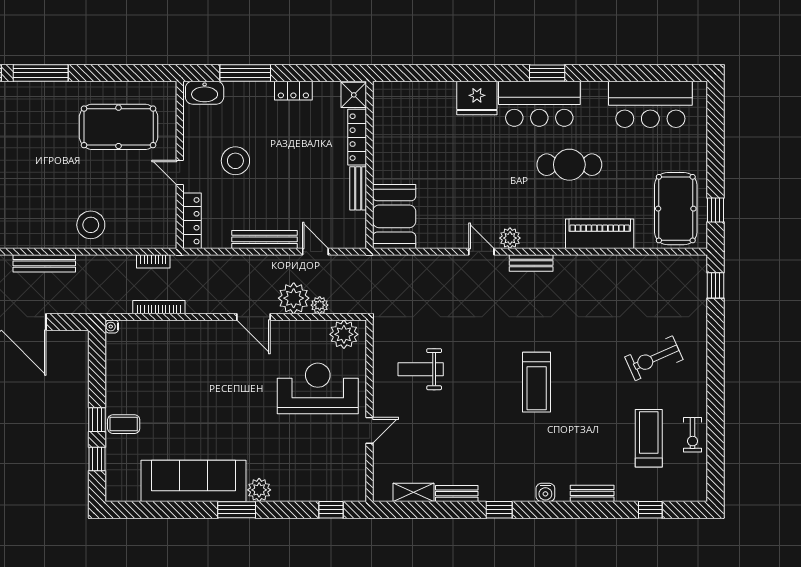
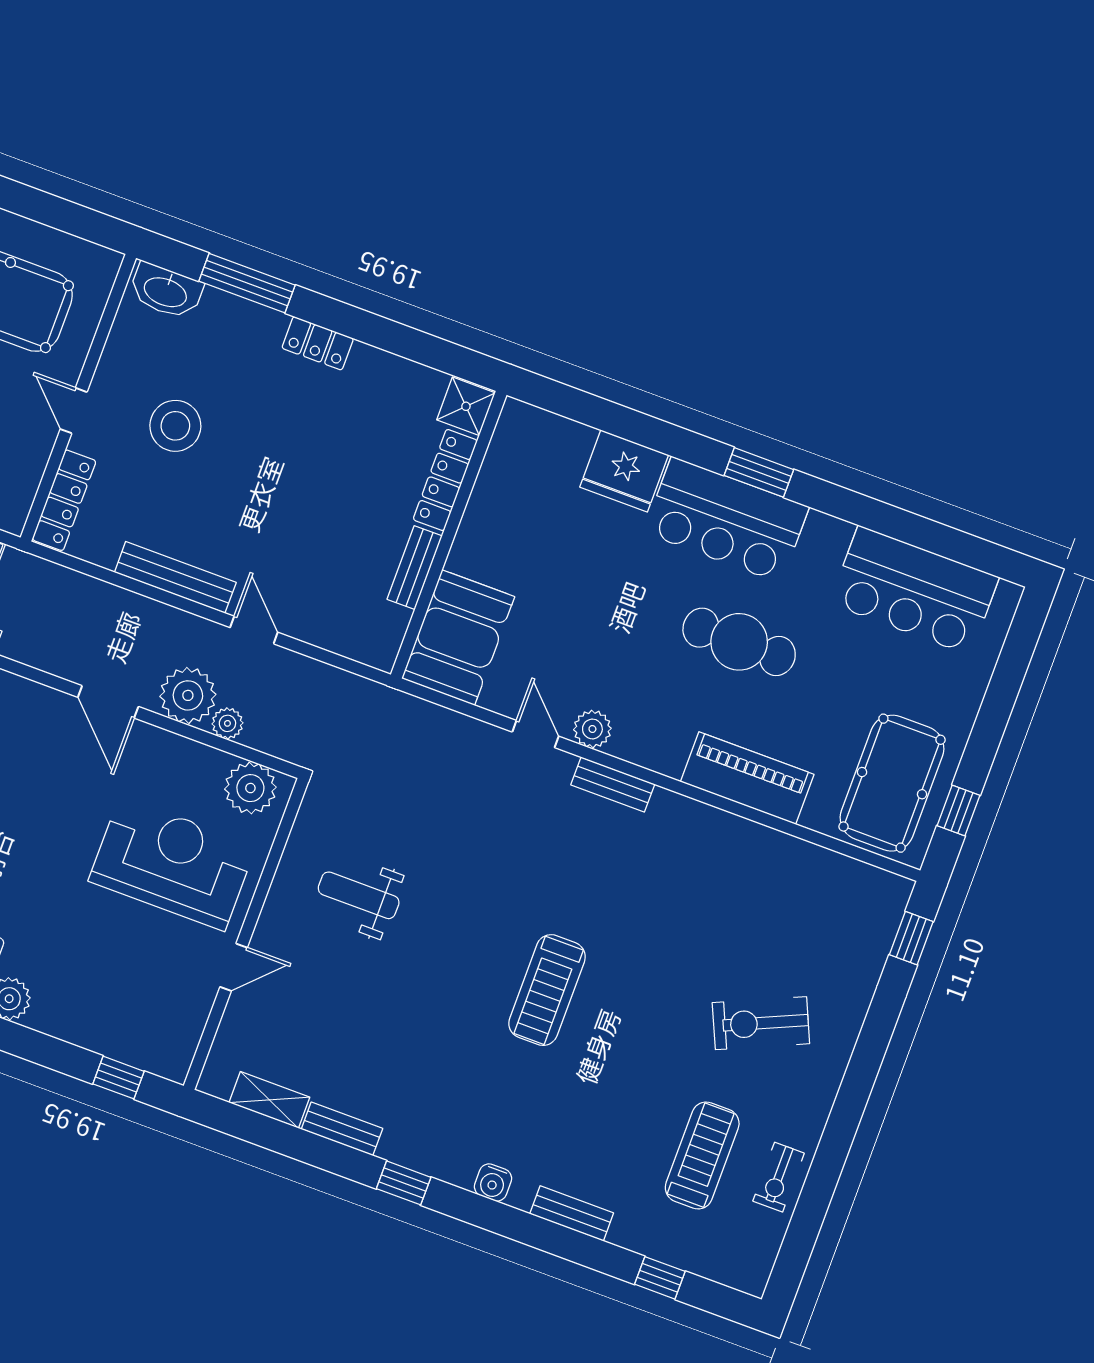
shower: (354, 95) -> (466, 406), moved
locker: (357, 137) -> (445, 480), moved
wall: (370, 165) -> (449, 535), moved
bench: (358, 188) -> (415, 568), moved
booth: (394, 216) -> (458, 638), moved

